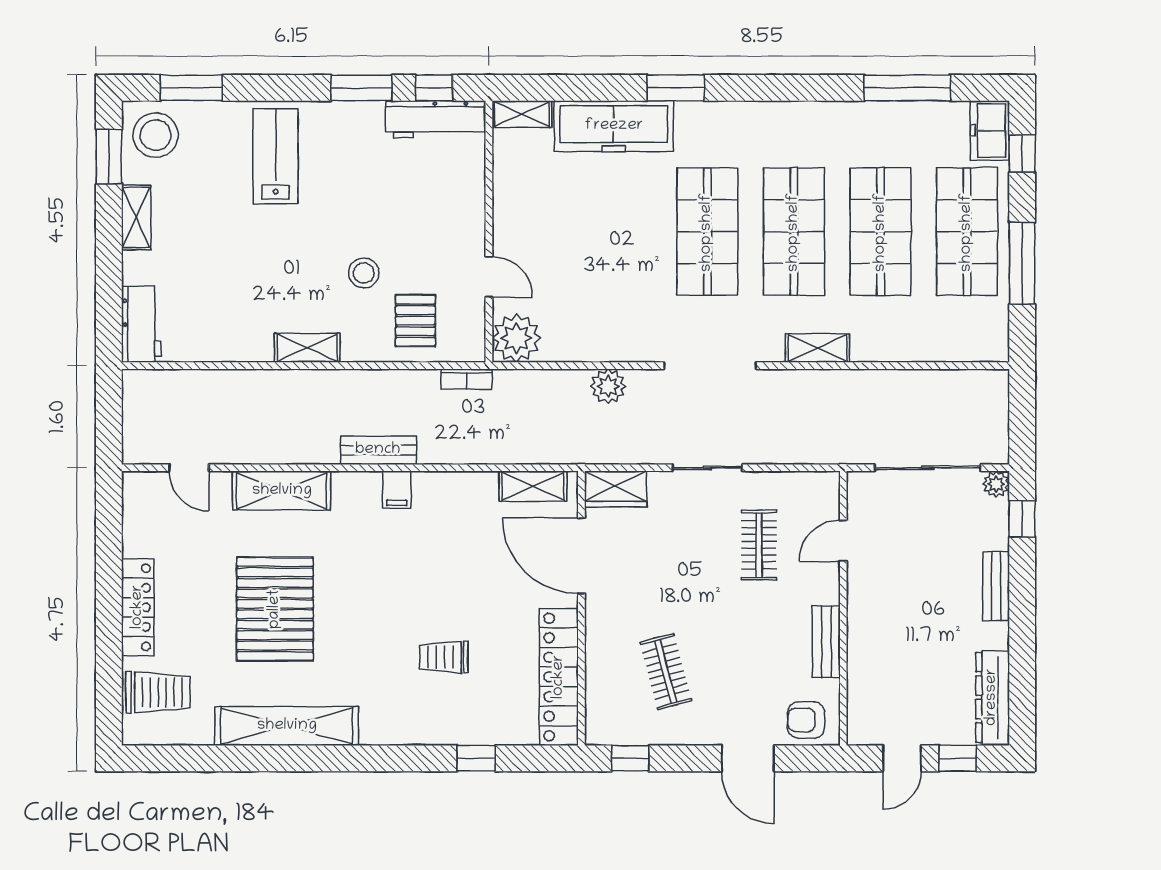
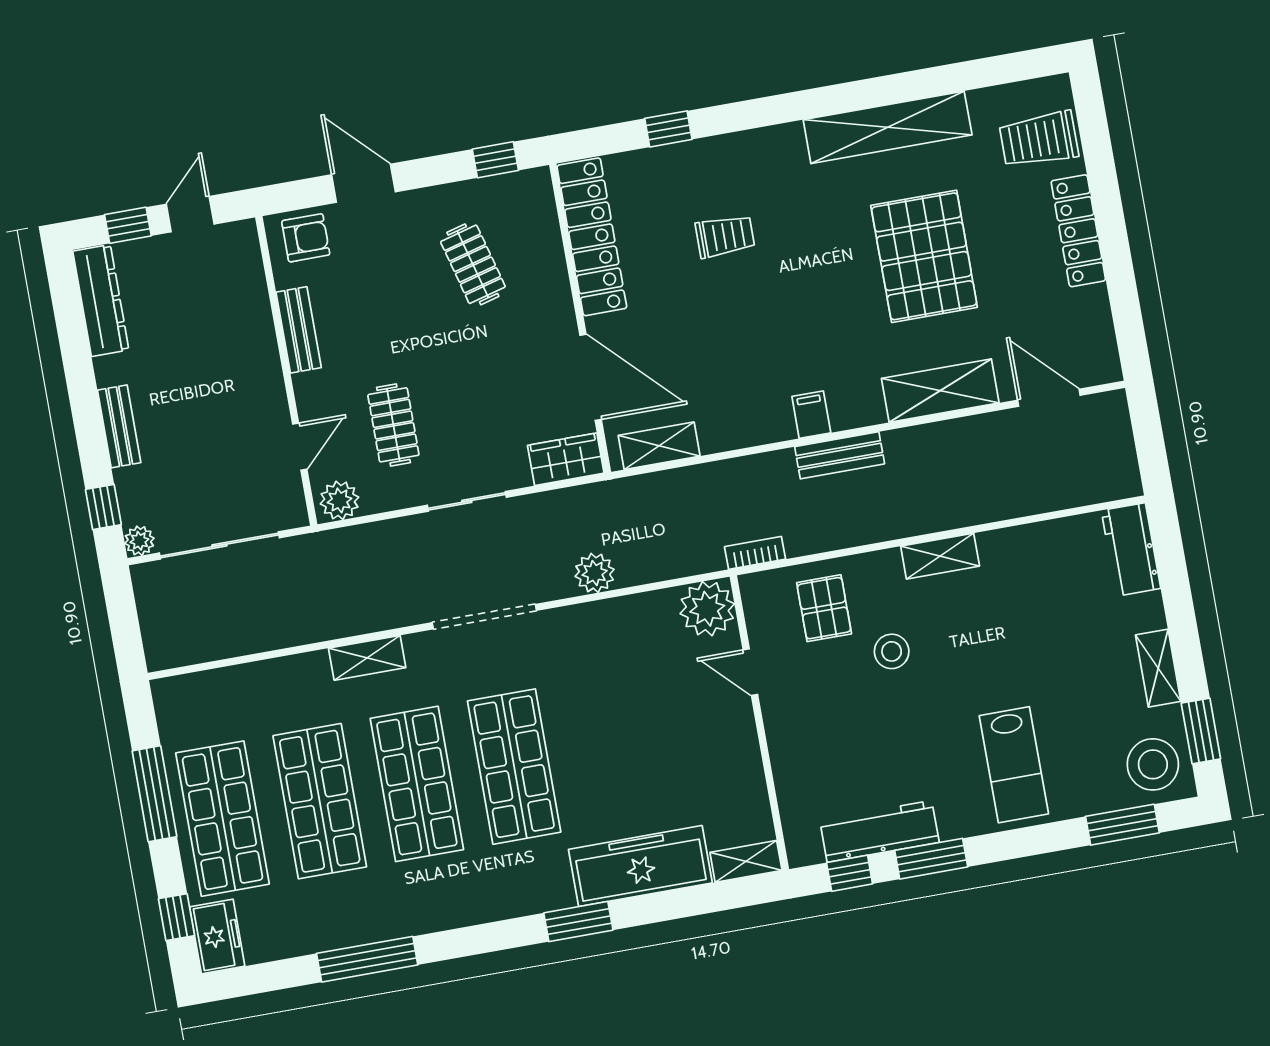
window: (907, 88) -> (367, 959), moved
workbench: (435, 119) -> (879, 831), moved
door: (189, 468) -> (1049, 398), width x1.37
plant: (817, 488) -> (339, 500), added

